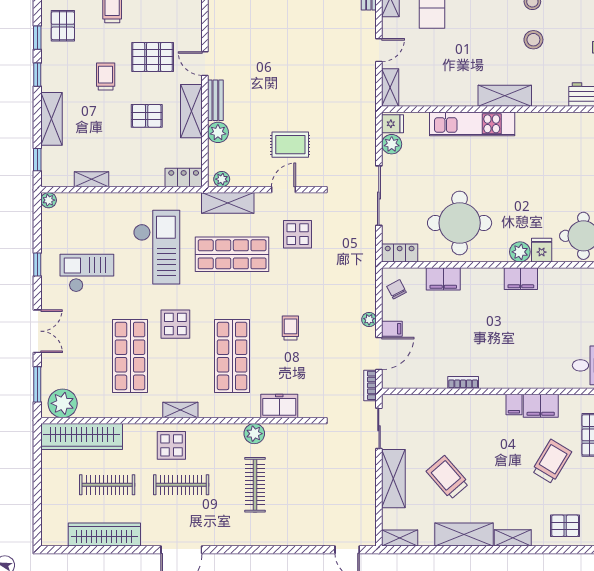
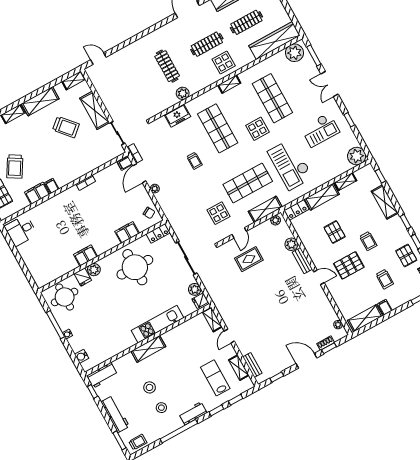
shelving: (191, 111) -> (322, 197), moved, turned 90
pallet: (147, 116) -> (335, 232), turned 90
plant: (49, 200) -> (357, 156), width x1.87, depth x1.87
filing cabinet: (392, 329) -> (125, 163), moved

